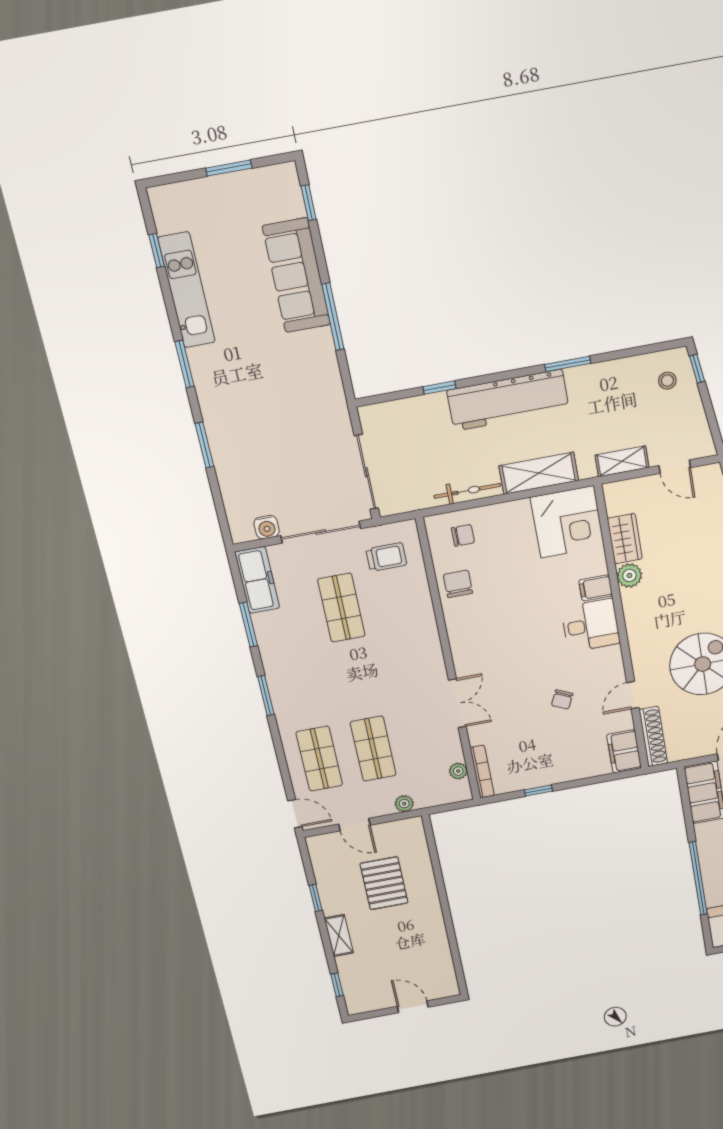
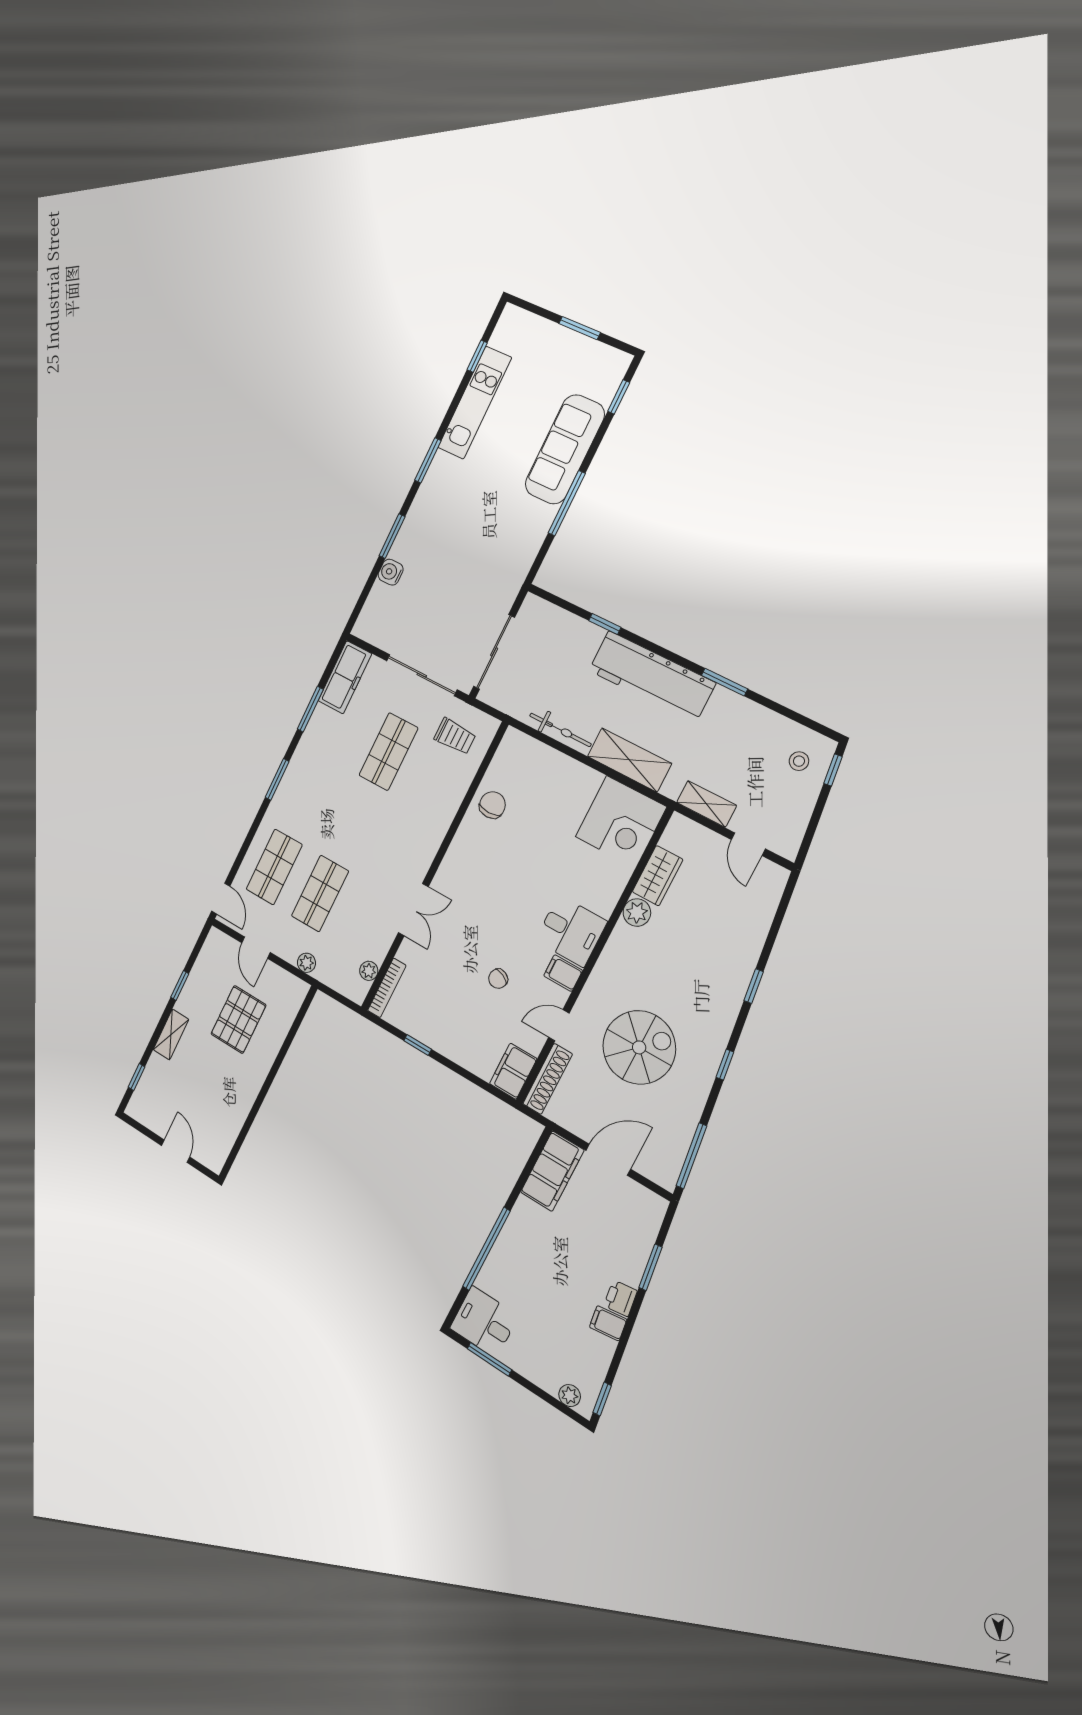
water cooler: (267, 527) -> (391, 572), moved, turned 90
chair: (463, 535) -> (528, 766), removed
filing cabinet: (596, 588) -> (563, 973), moved

